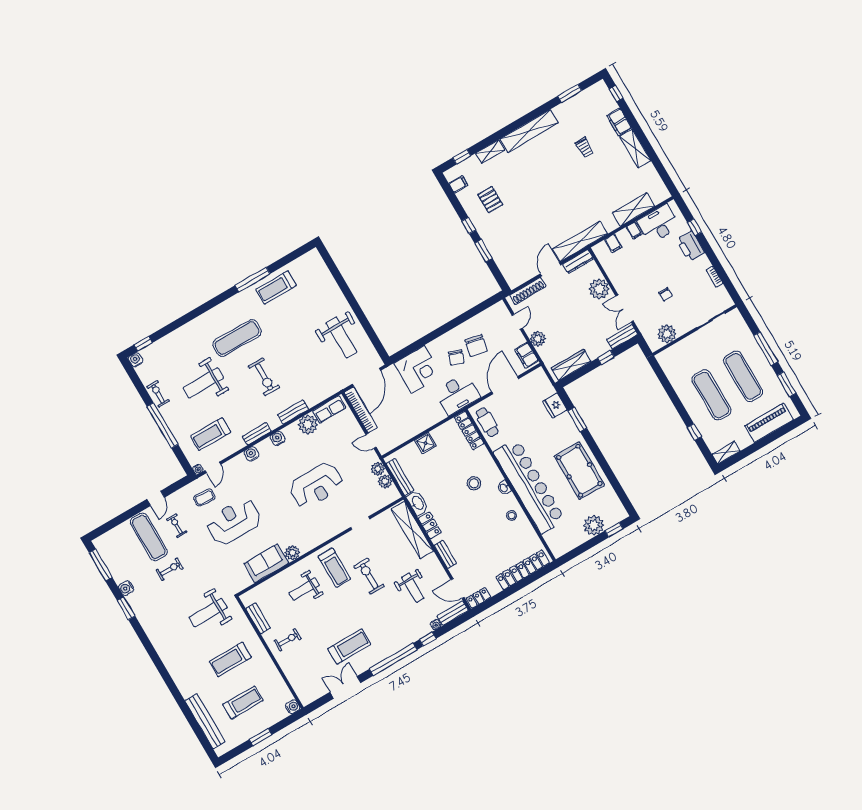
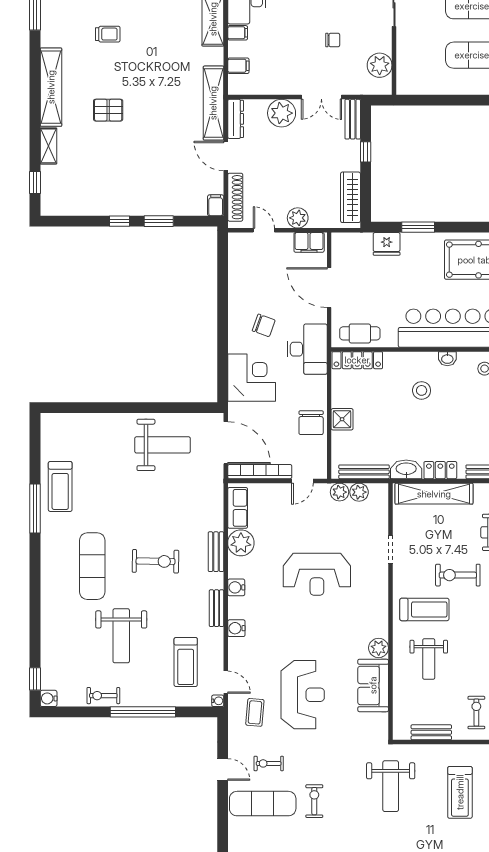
filing cabinet: (458, 184) -> (216, 205), moved
pallet: (490, 200) -> (108, 110), moved
chair: (476, 346) -> (311, 423), moved, turned 78
reception desk: (316, 485) -> (317, 574), turned 90
reception desk: (234, 522) -> (303, 695), turned 180

